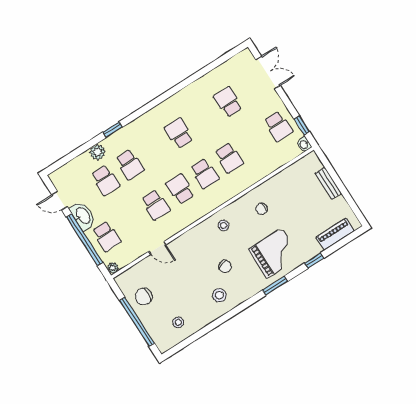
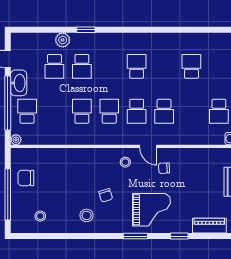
school desk: (156, 205) -> (82, 111), turned 180
school desk: (107, 236) -> (27, 111), turned 180
door: (157, 248) -> (148, 146), moved

